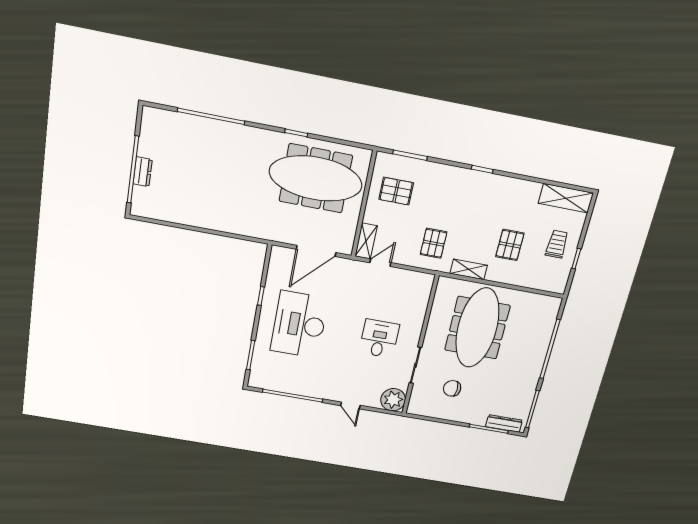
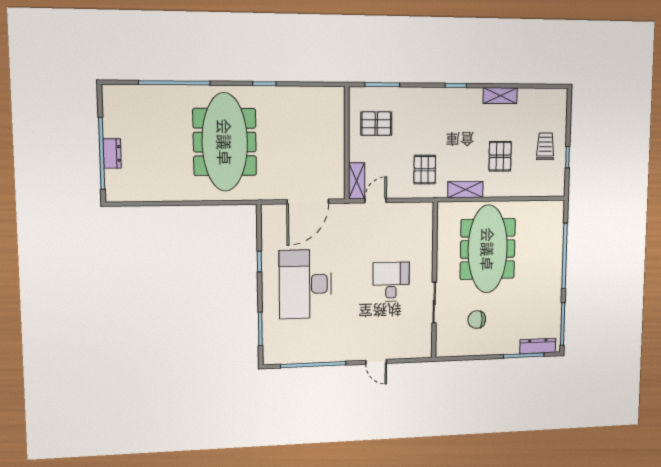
meeting table: (316, 178) -> (225, 142), moved, turned 90
shelving: (566, 198) -> (500, 96), moved, width x0.67, depth x0.75
plant: (393, 400) -> (419, 345), removed

